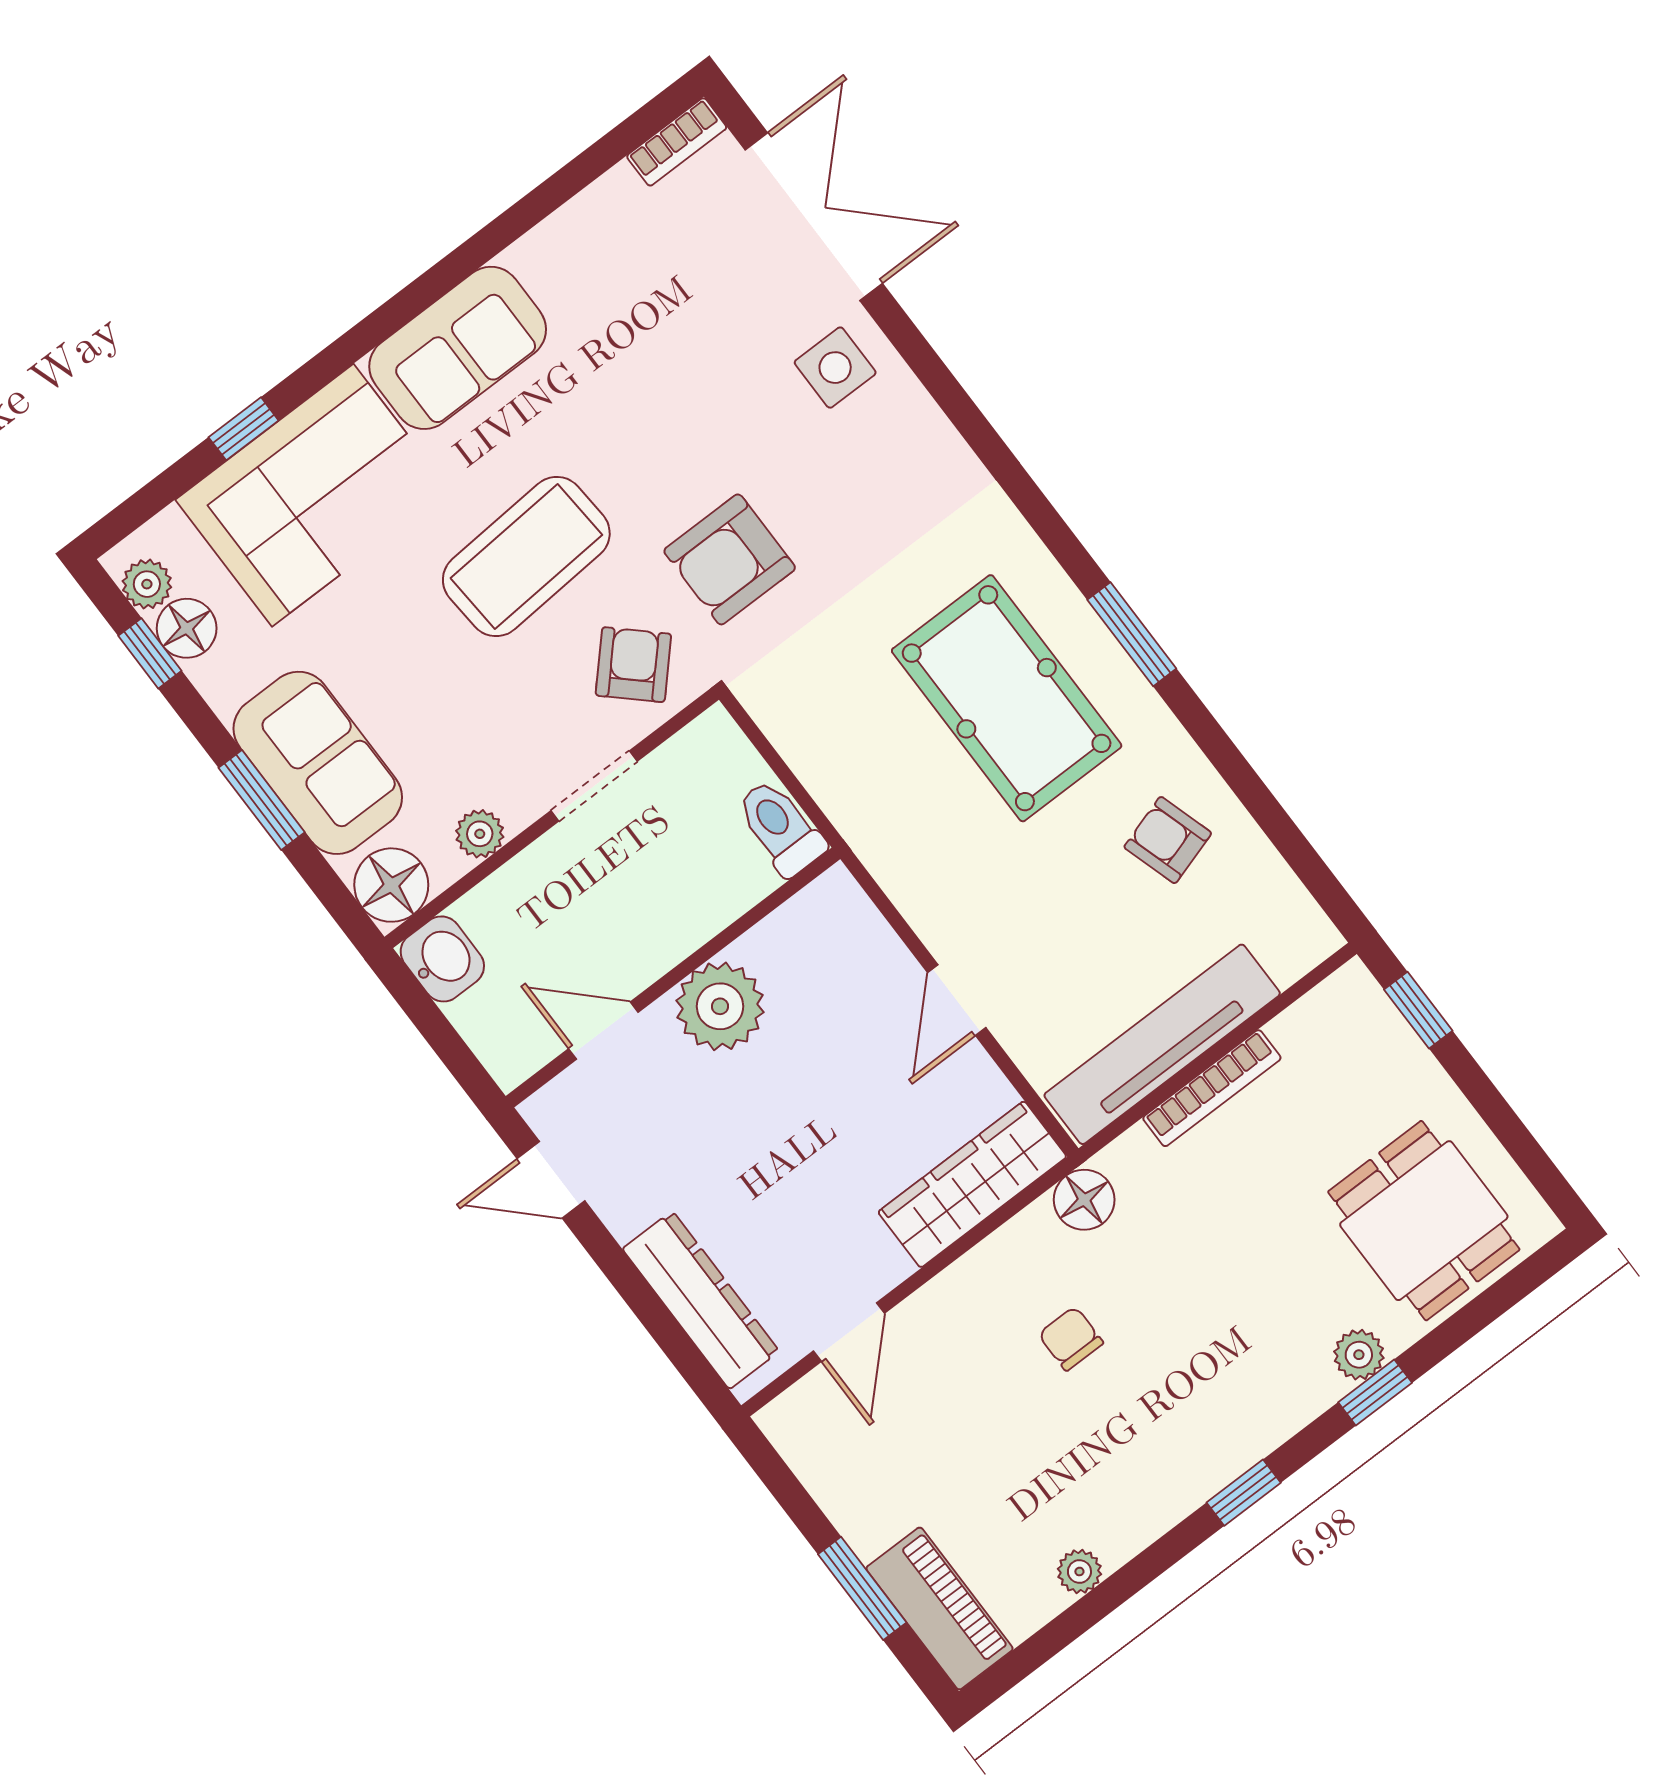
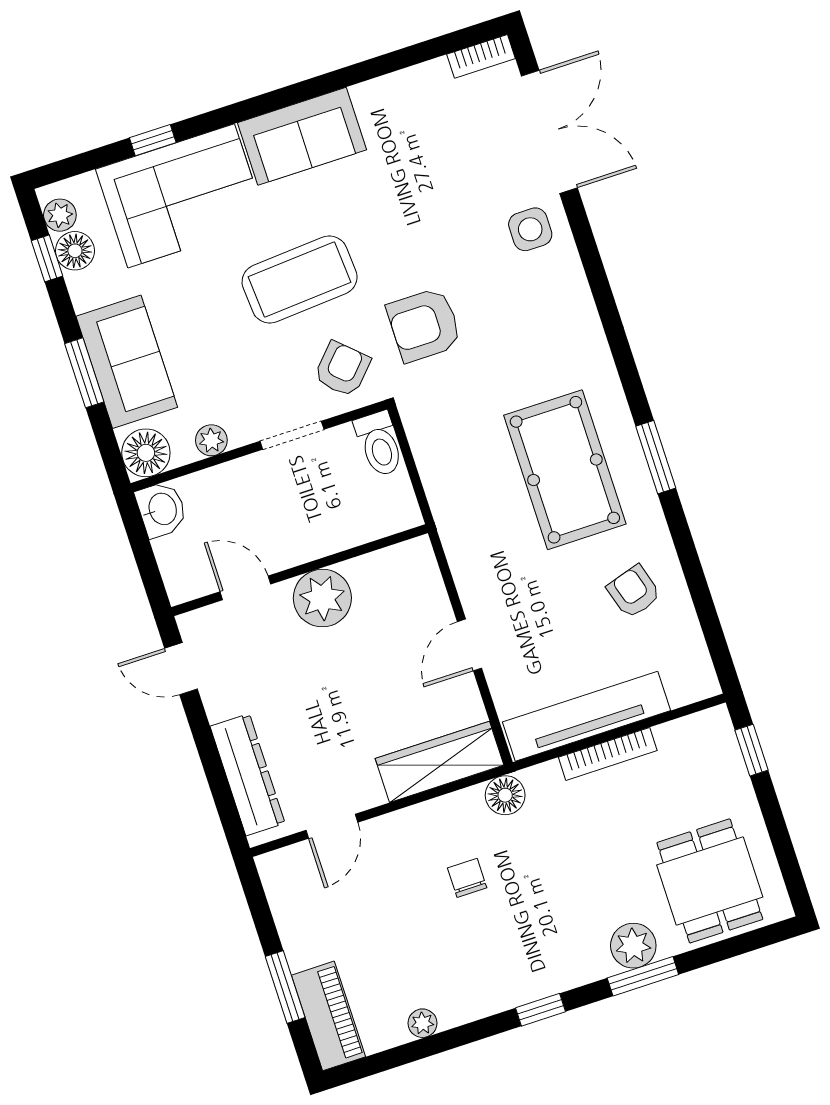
toilet: (780, 828) -> (379, 444), moved, turned 180
plant: (1359, 1355) -> (633, 946), width x1.38, depth x1.38
window: (1375, 1393) -> (643, 976), width x1.50

